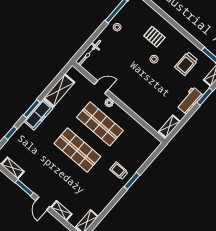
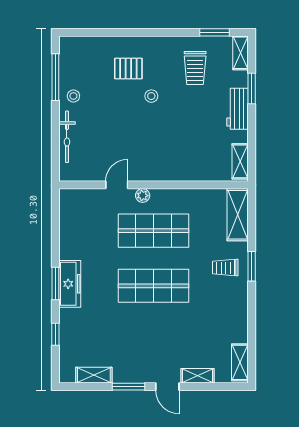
bicycle: (90, 53) -> (67, 137), moved
shelving: (59, 90) -> (238, 215), moved

